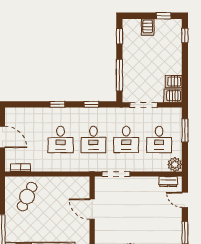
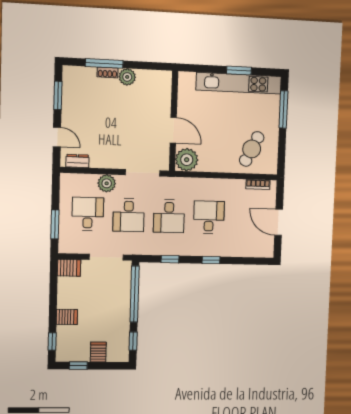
window: (119, 75) -> (135, 294), width x1.46
server rack: (174, 82) -> (67, 317), moved
desk: (93, 139) -> (169, 216), turned 180
desk: (126, 139) -> (129, 215), turned 180
plant: (175, 164) -> (107, 183), moved
plant: (80, 186) -> (187, 160), added

